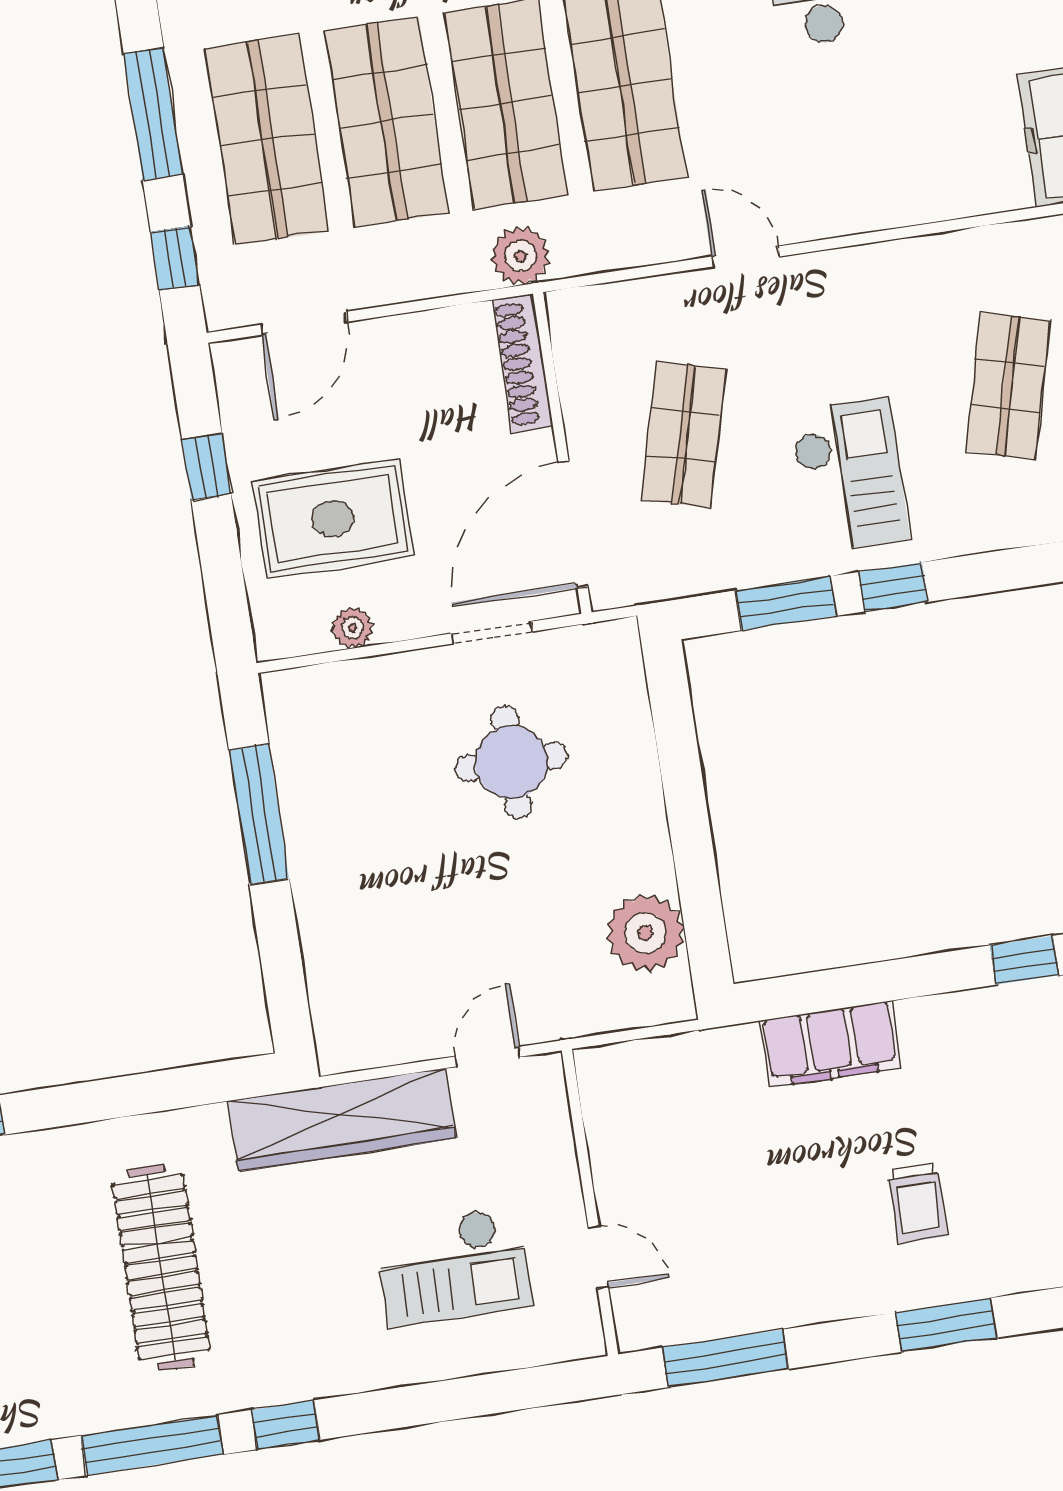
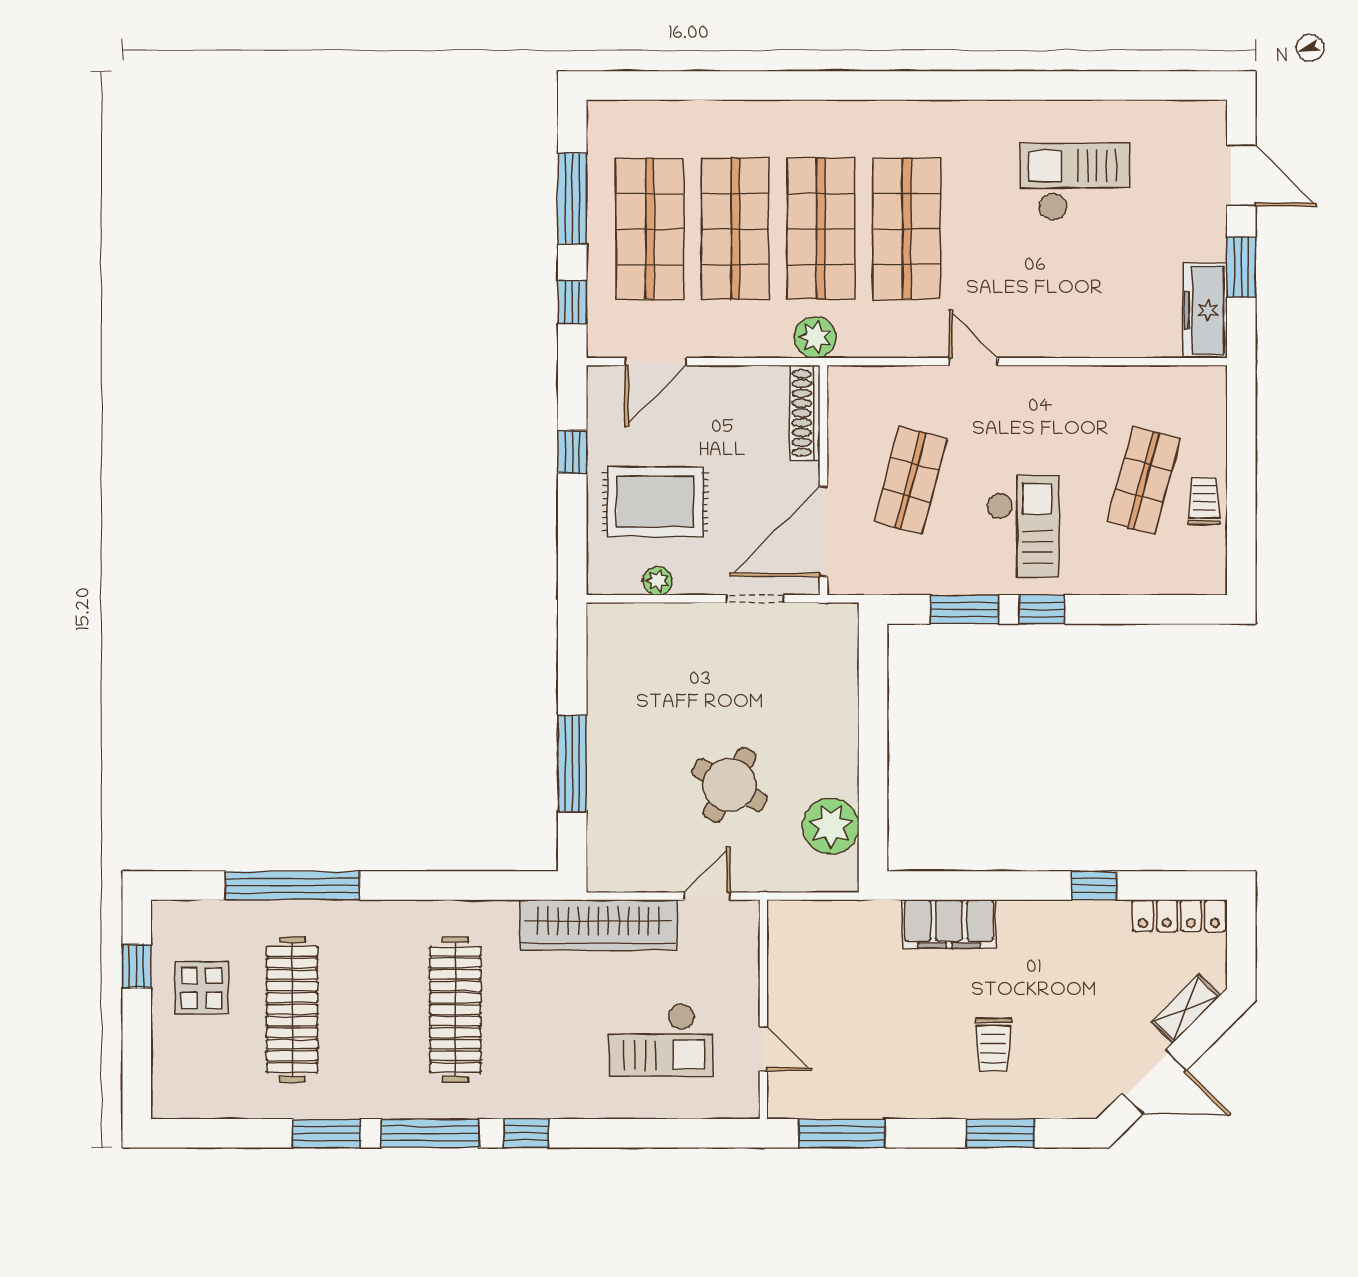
round table: (511, 762) -> (730, 785), moved, turned 30
window: (259, 814) -> (572, 764), moved

